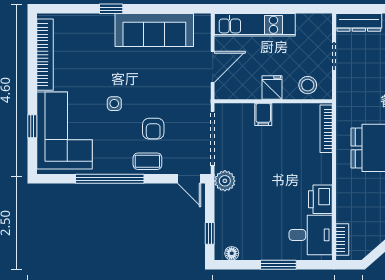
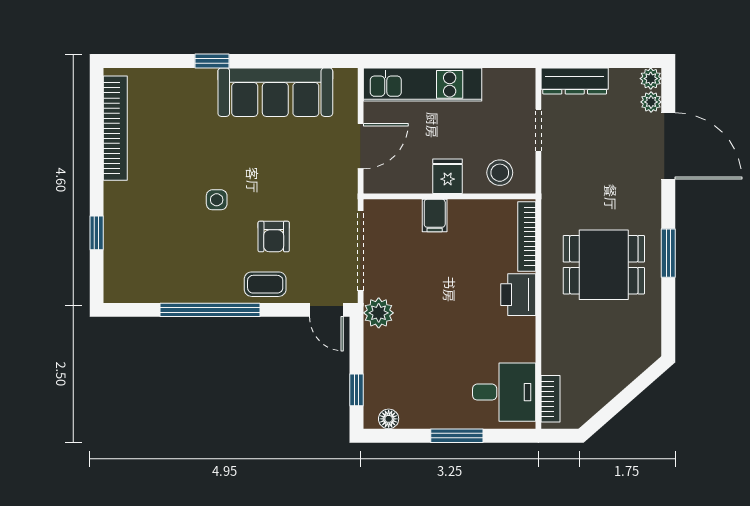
corner sofa: (65, 130) -> (144, 239), removed
printer: (320, 199) -> (518, 295), moved

